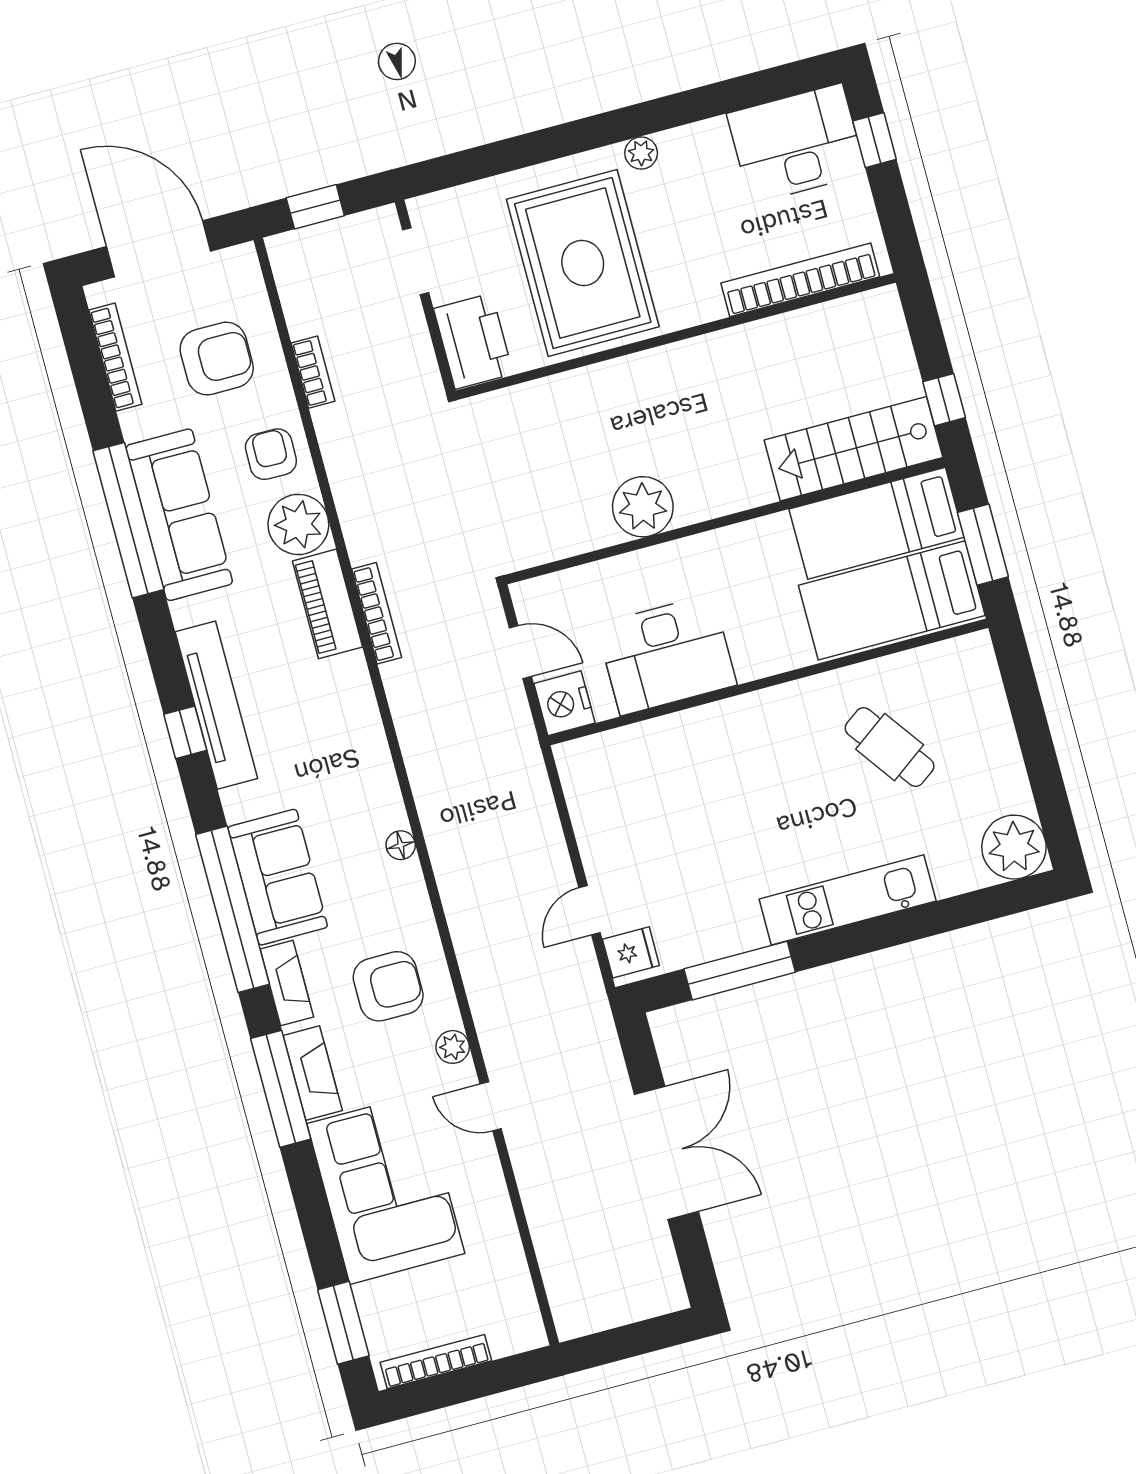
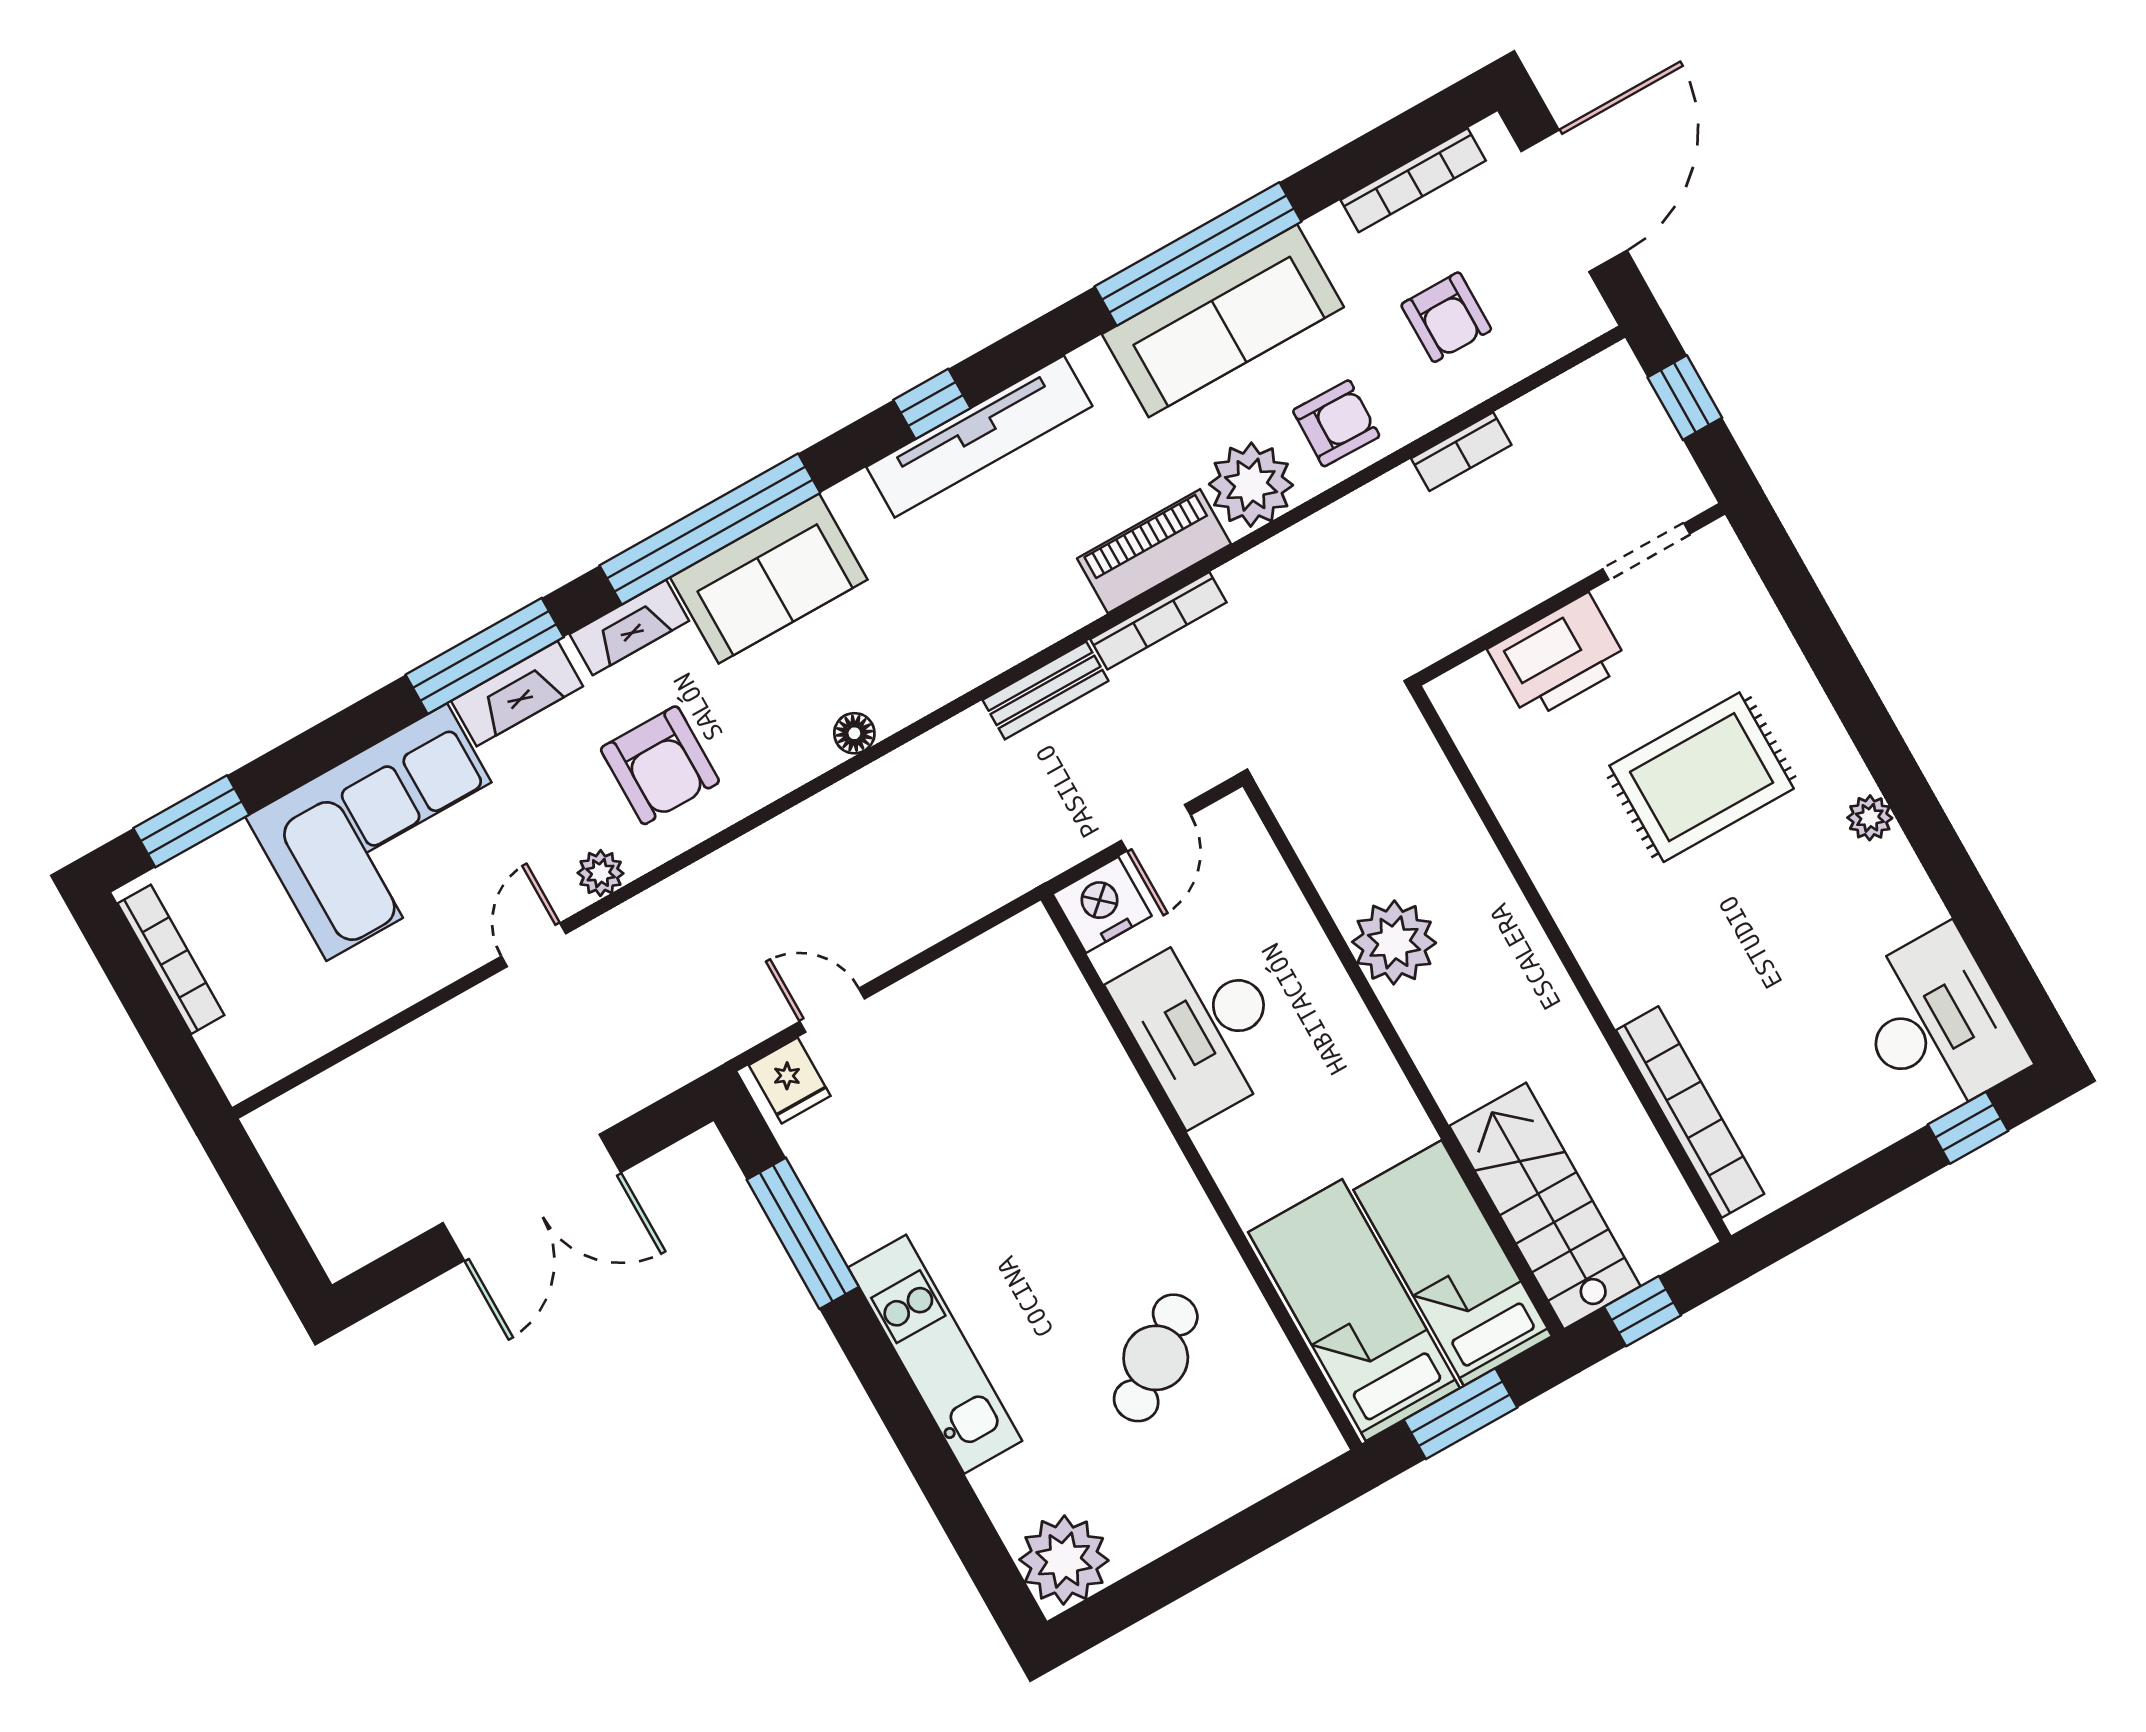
rug: (583, 263) -> (1702, 777), width x0.73, depth x0.69
bookcase: (800, 280) -> (1690, 1112), moved
wall: (676, 337) -> (1571, 964), moved
armchair: (217, 359) -> (1446, 317), width x0.72, depth x0.72
bench: (405, 704) -> (1046, 690), added

